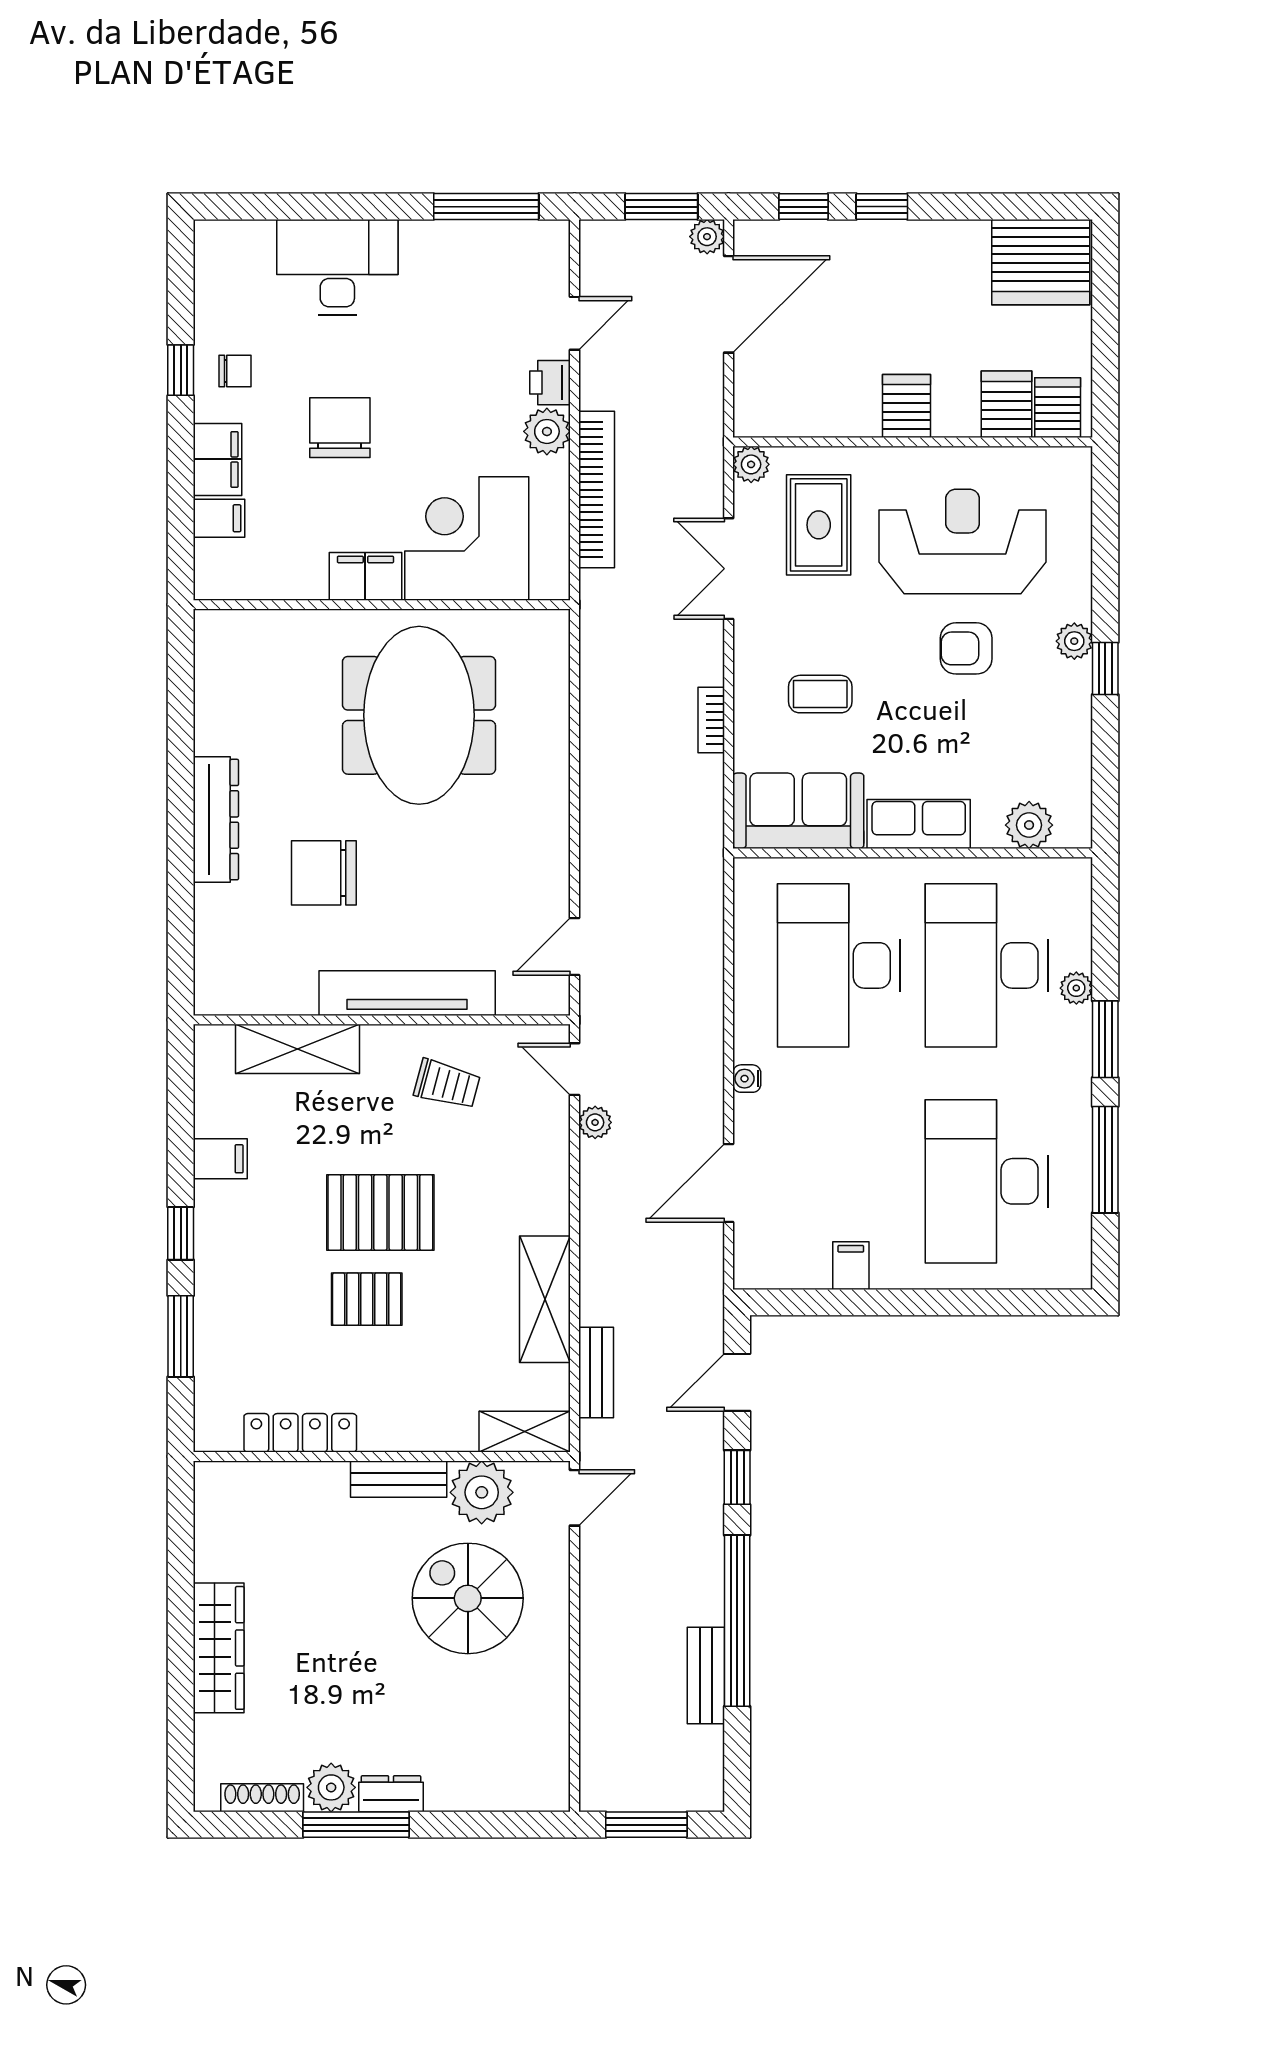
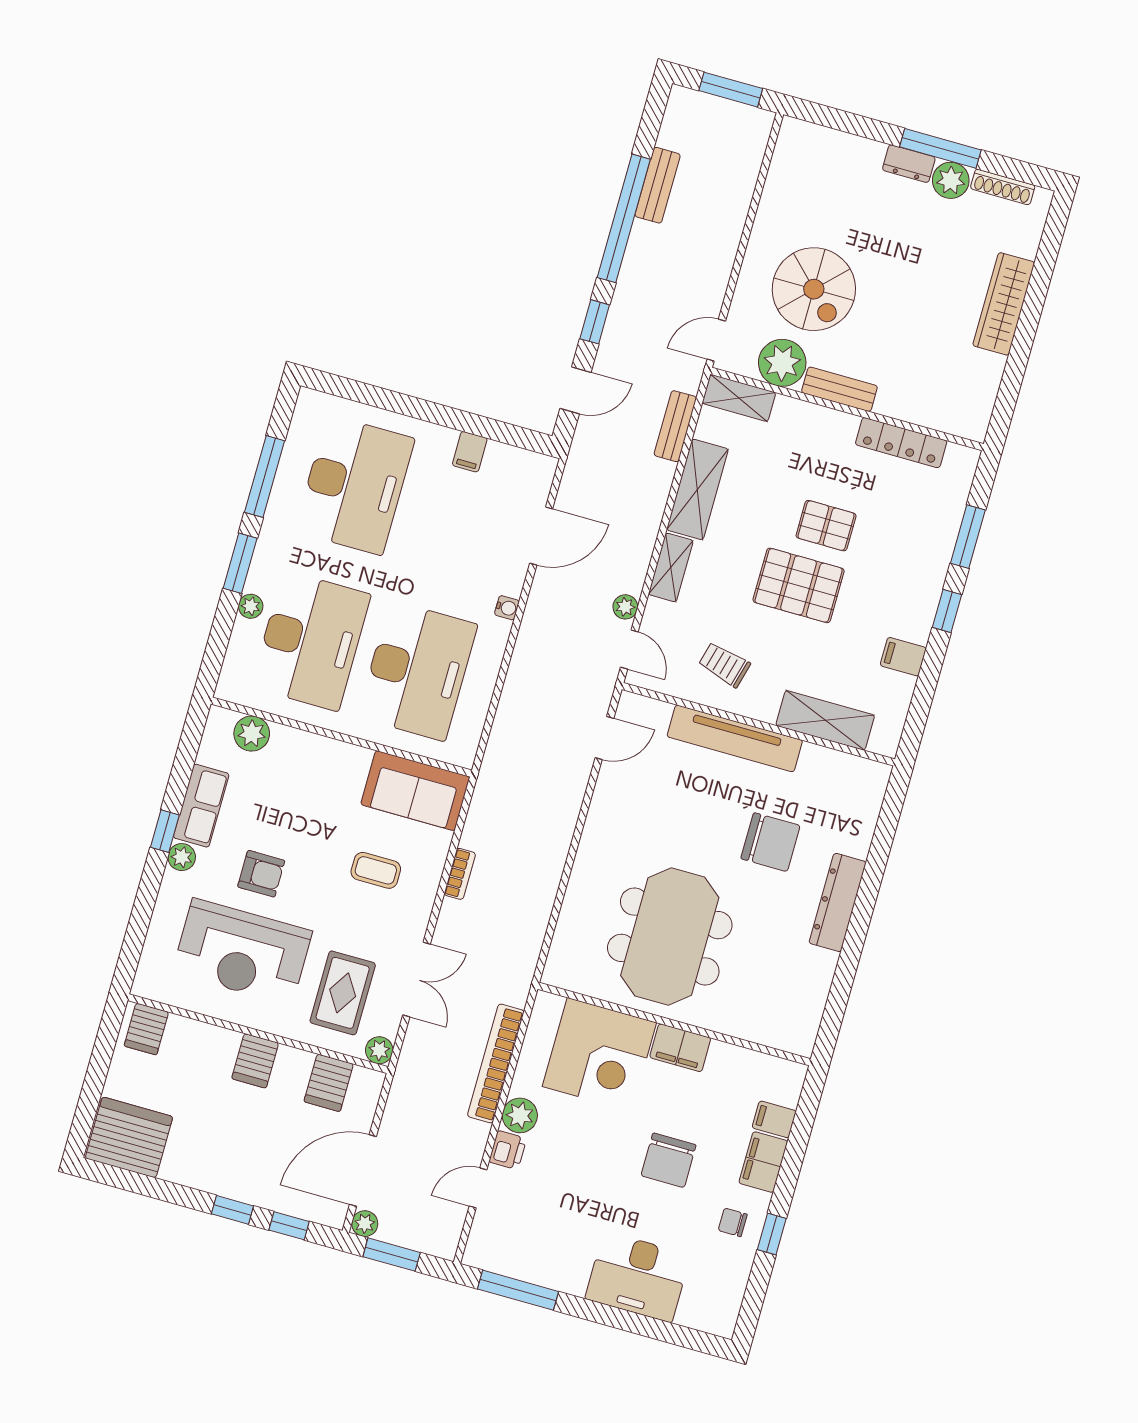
server rack: (1006, 404) -> (329, 1083), moved
row of seats: (919, 824) -> (201, 806), moved, turned -90
shelving: (551, 1189) -> (671, 567), added

